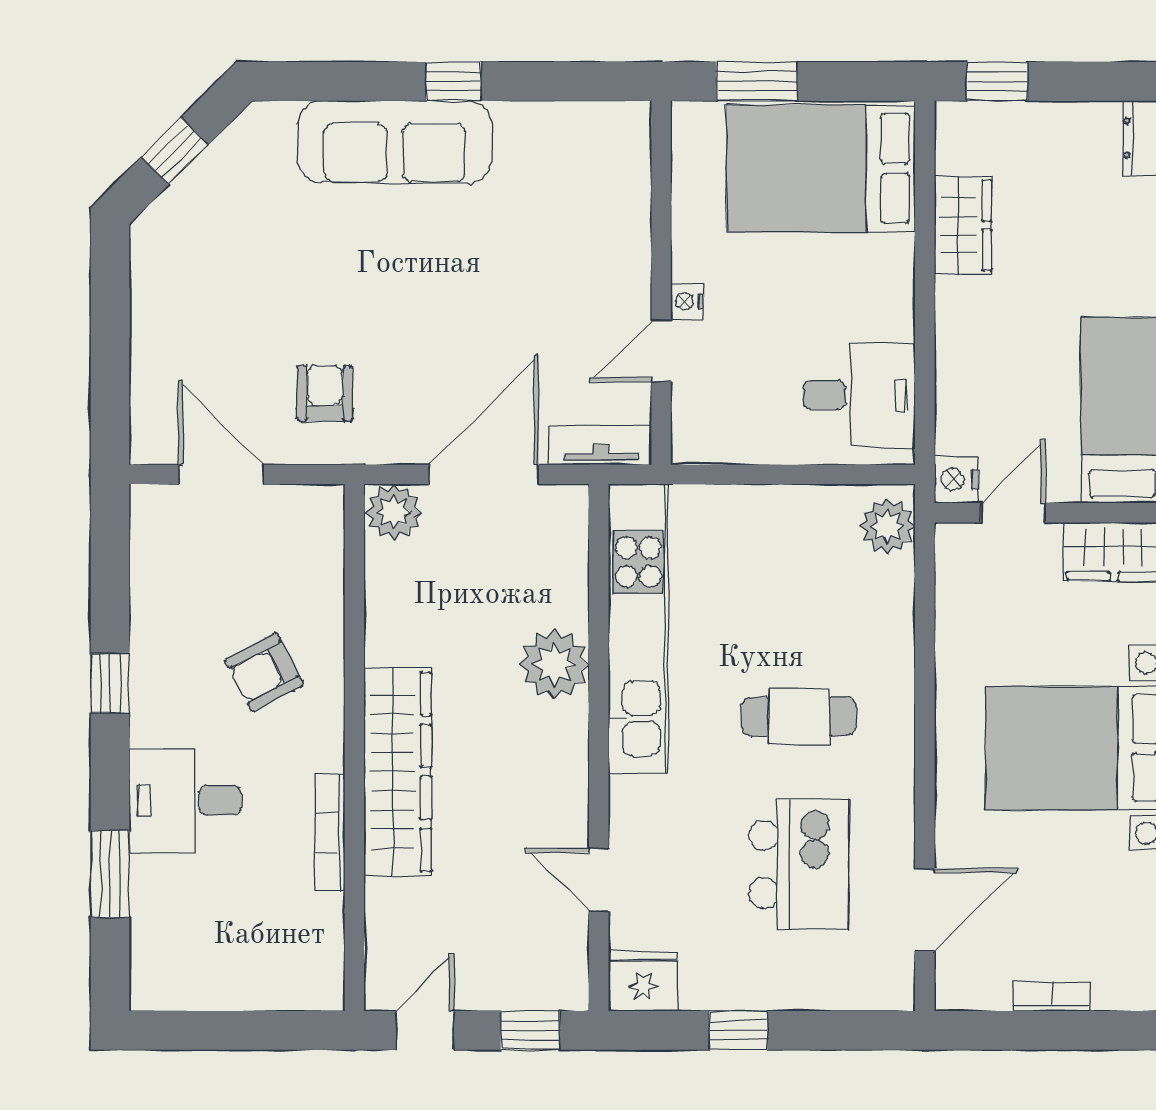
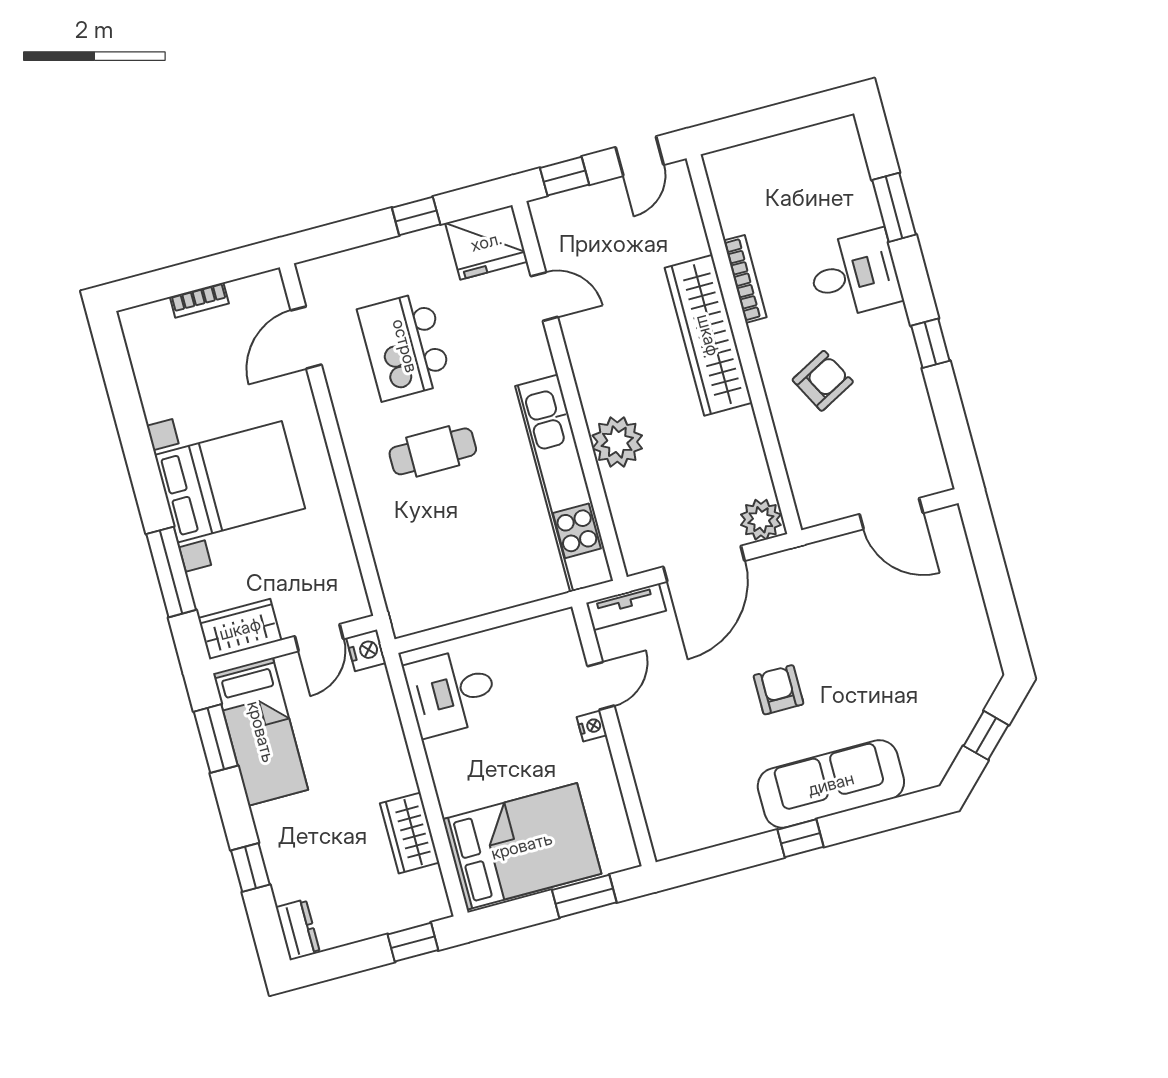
armchair: (325, 393) -> (779, 690), moved, turned 180
plant: (887, 526) -> (406, 604), removed
fridge: (643, 981) -> (486, 242), width x1.36, depth x1.34

